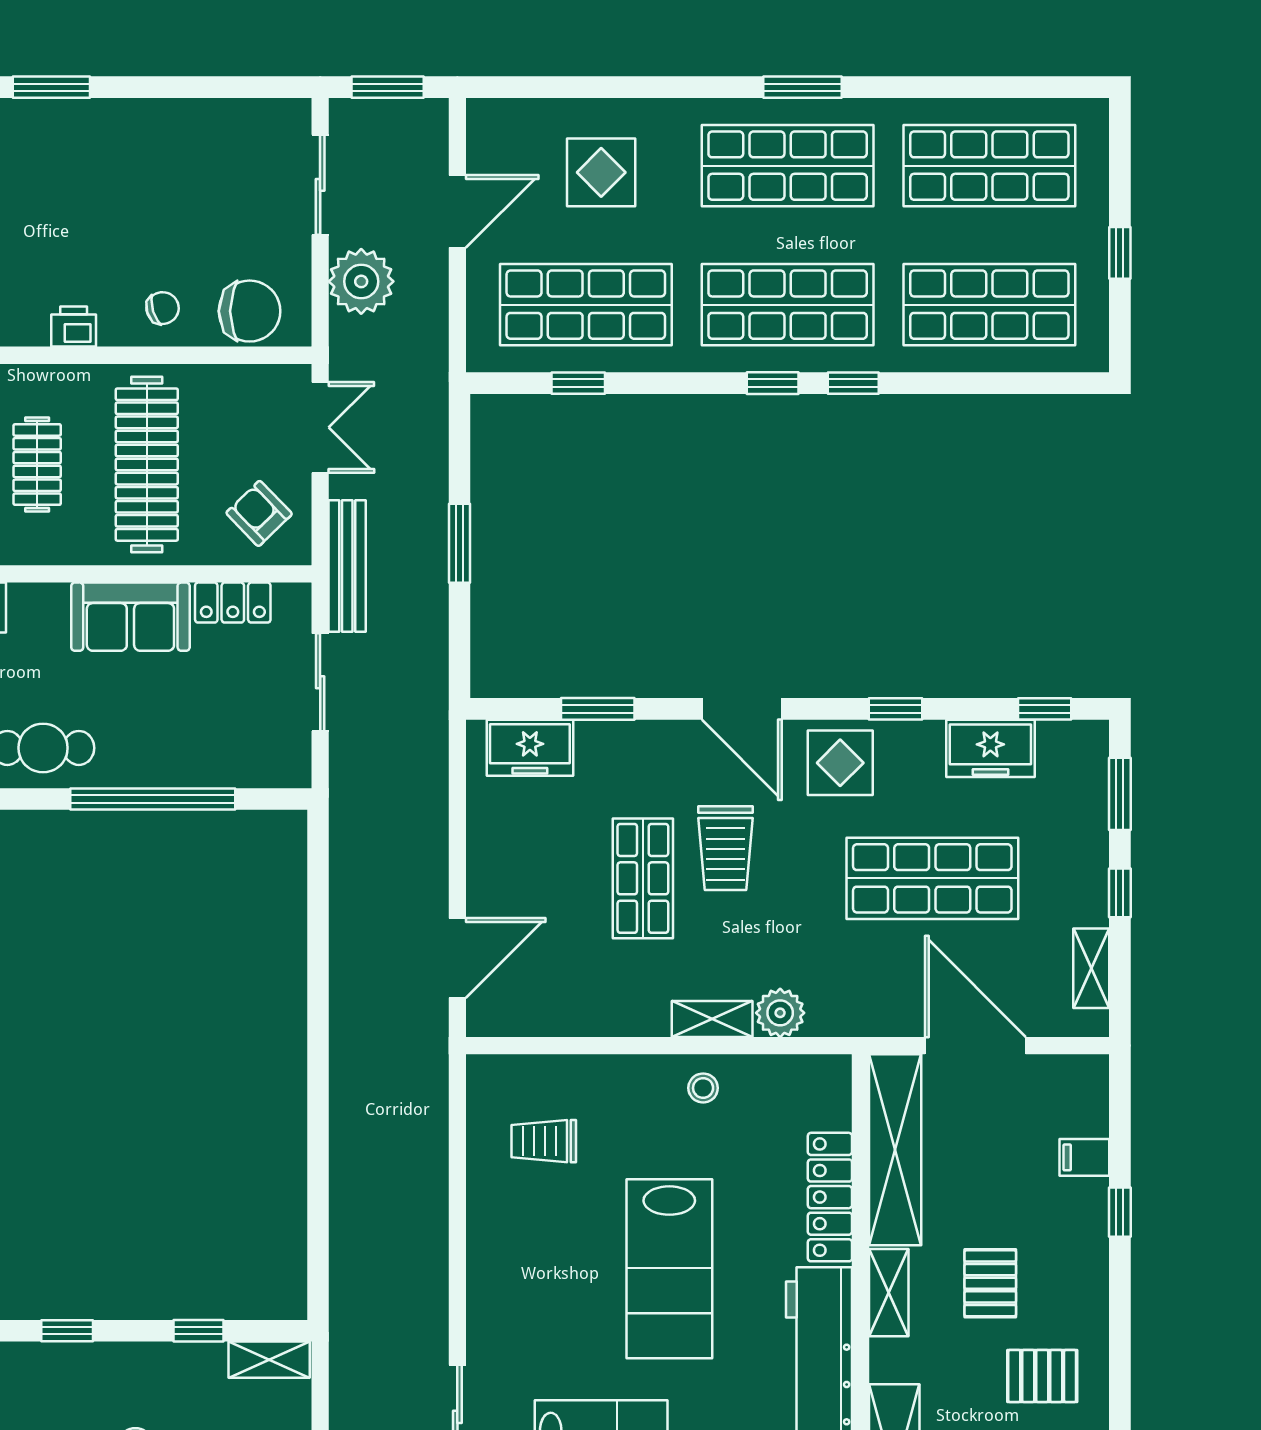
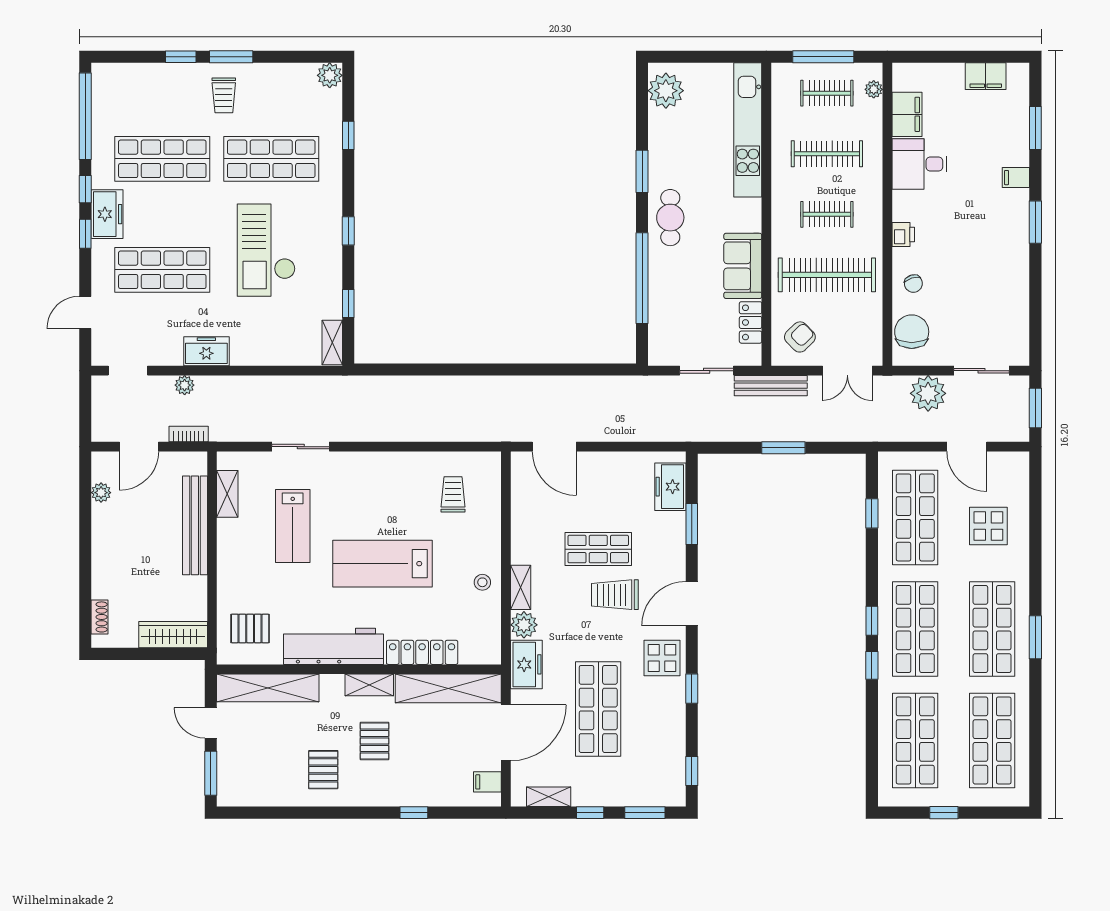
chair: (250, 311) -> (912, 332), turned 180
freezer: (990, 748) -> (526, 664), moved, turned 180
filing cabinet: (1084, 1157) -> (487, 782), moved, turned -90
pallet: (990, 1283) -> (374, 741), turned 90

